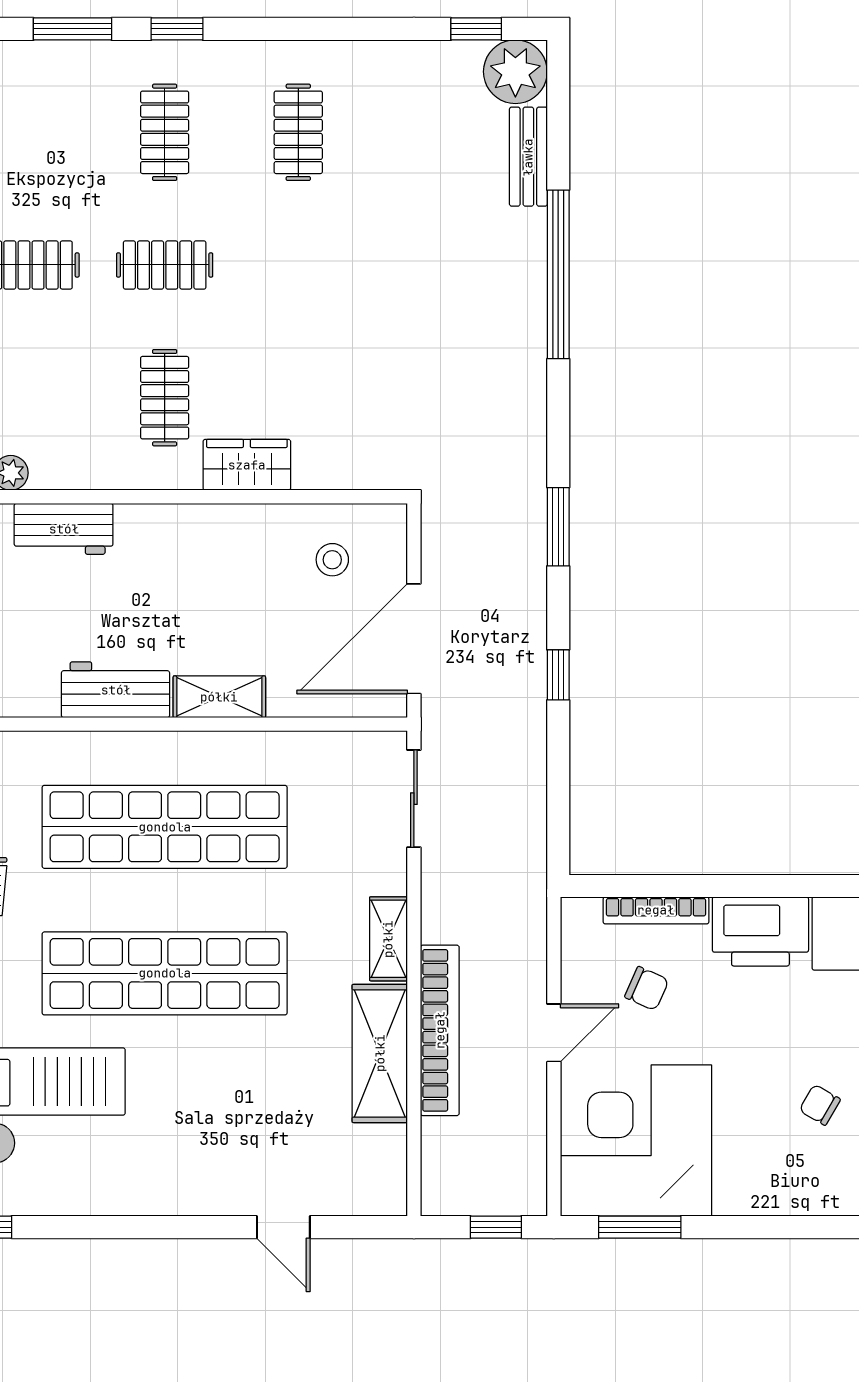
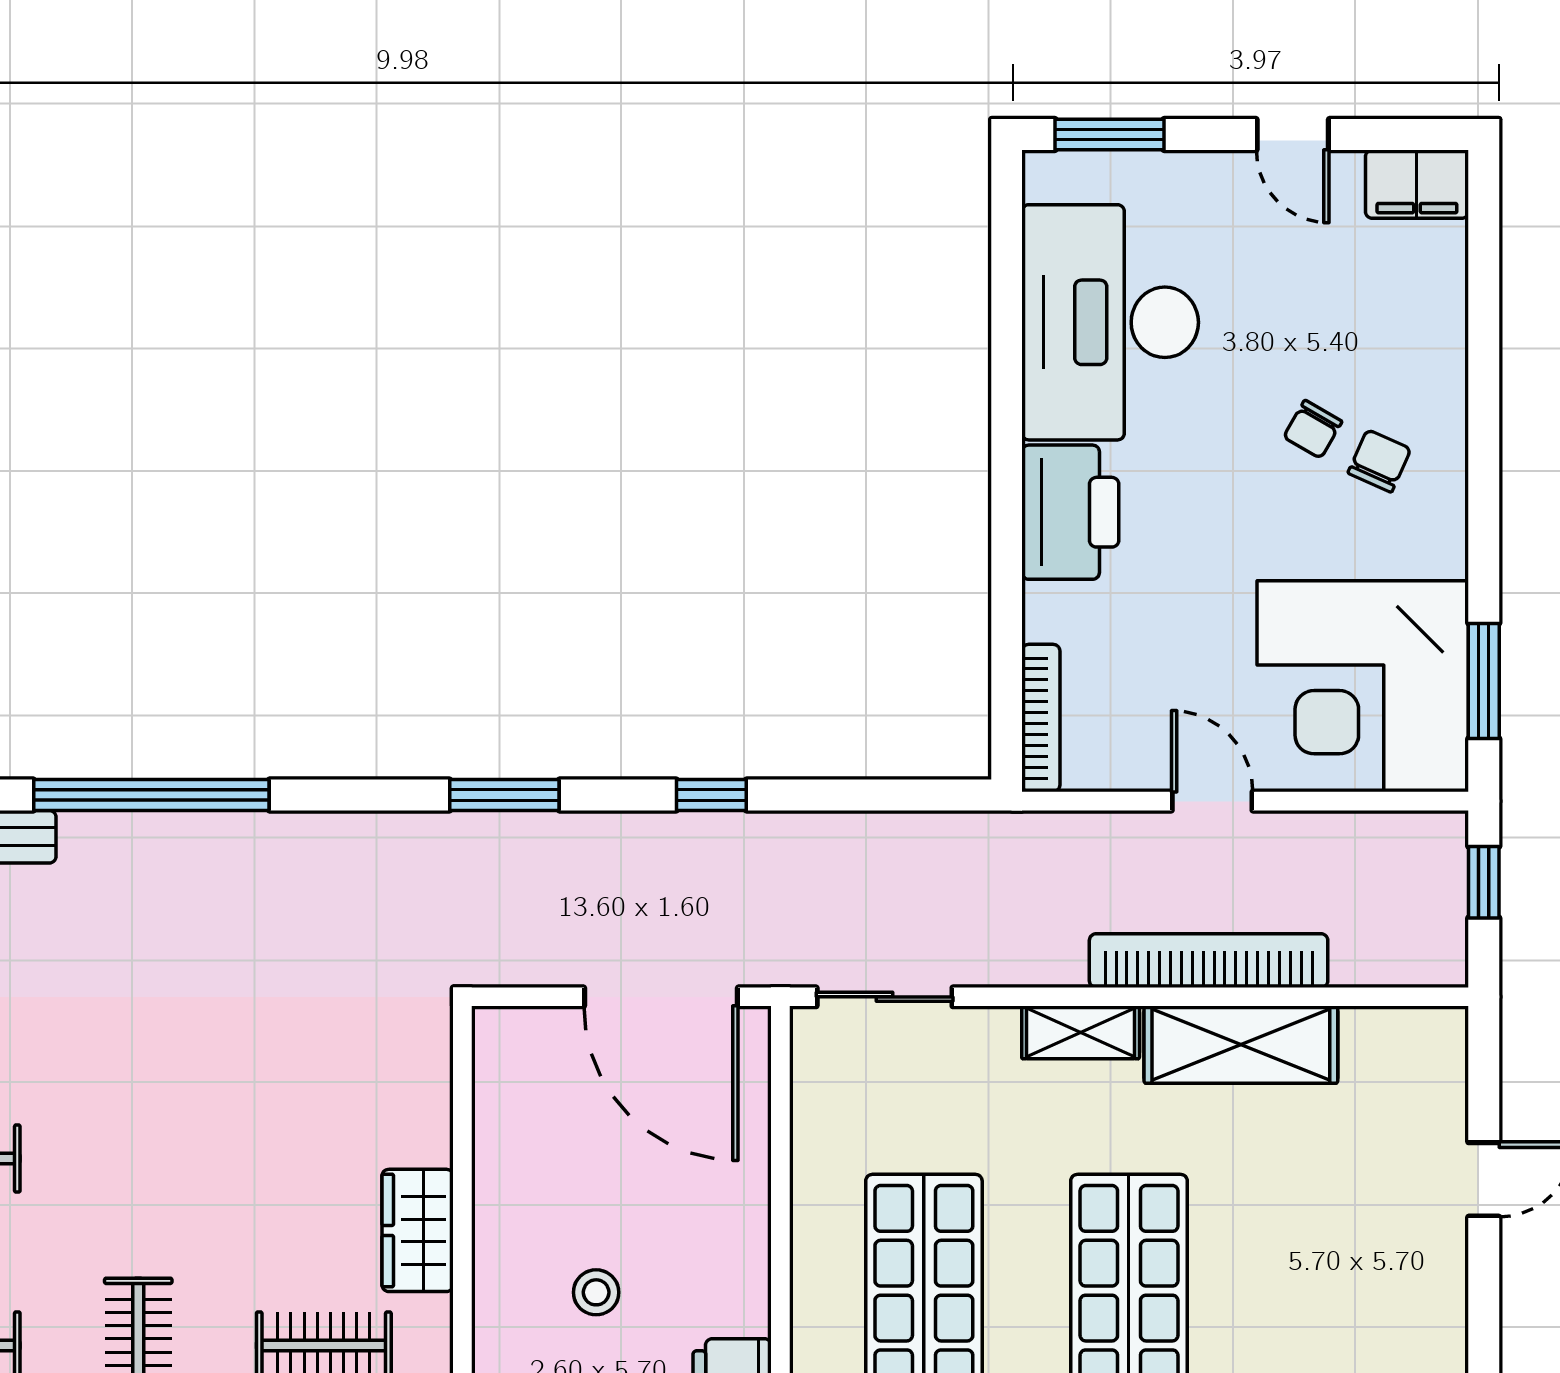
stool: (332, 560) -> (596, 1292), moved
shelving: (219, 697) -> (742, 1269), removed
bookcase: (656, 910) -> (1041, 718), moved
chair: (647, 988) -> (1379, 461), moved

